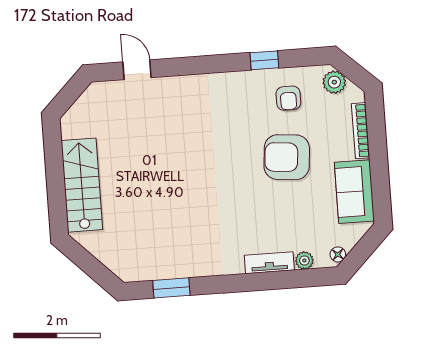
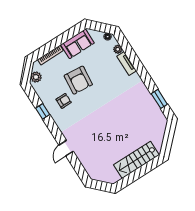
door: (137, 70) -> (66, 148), moved
armchair: (288, 98) -> (64, 101), moved

